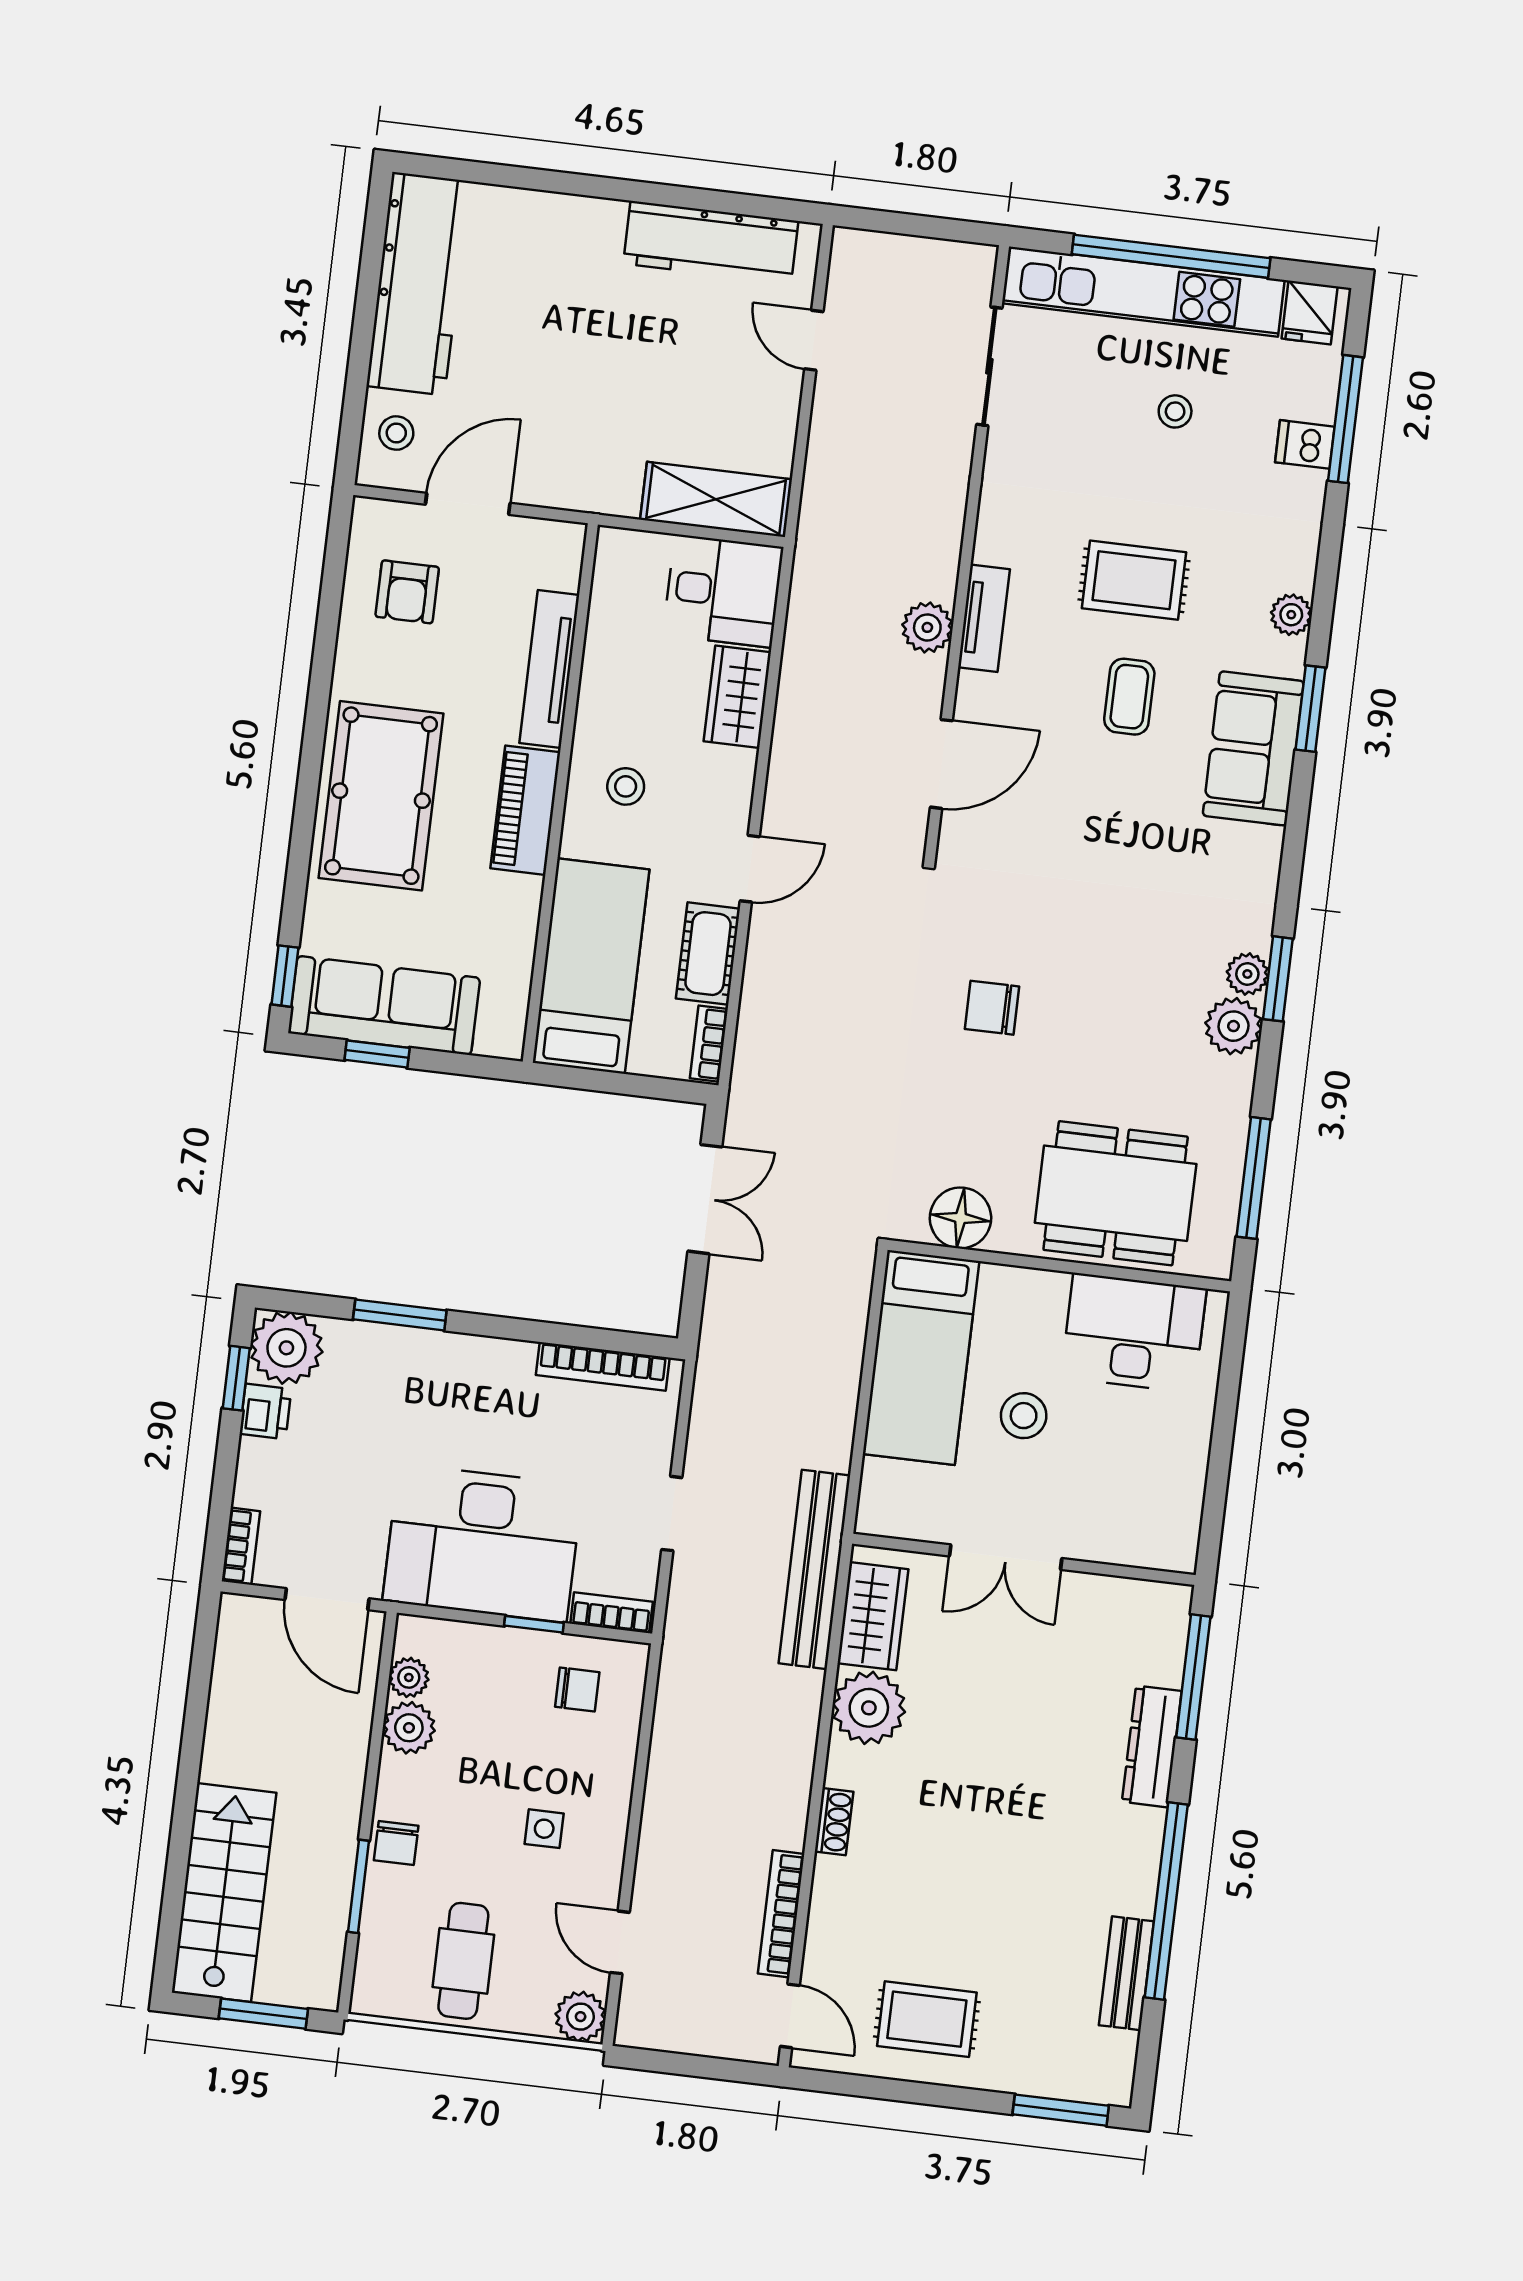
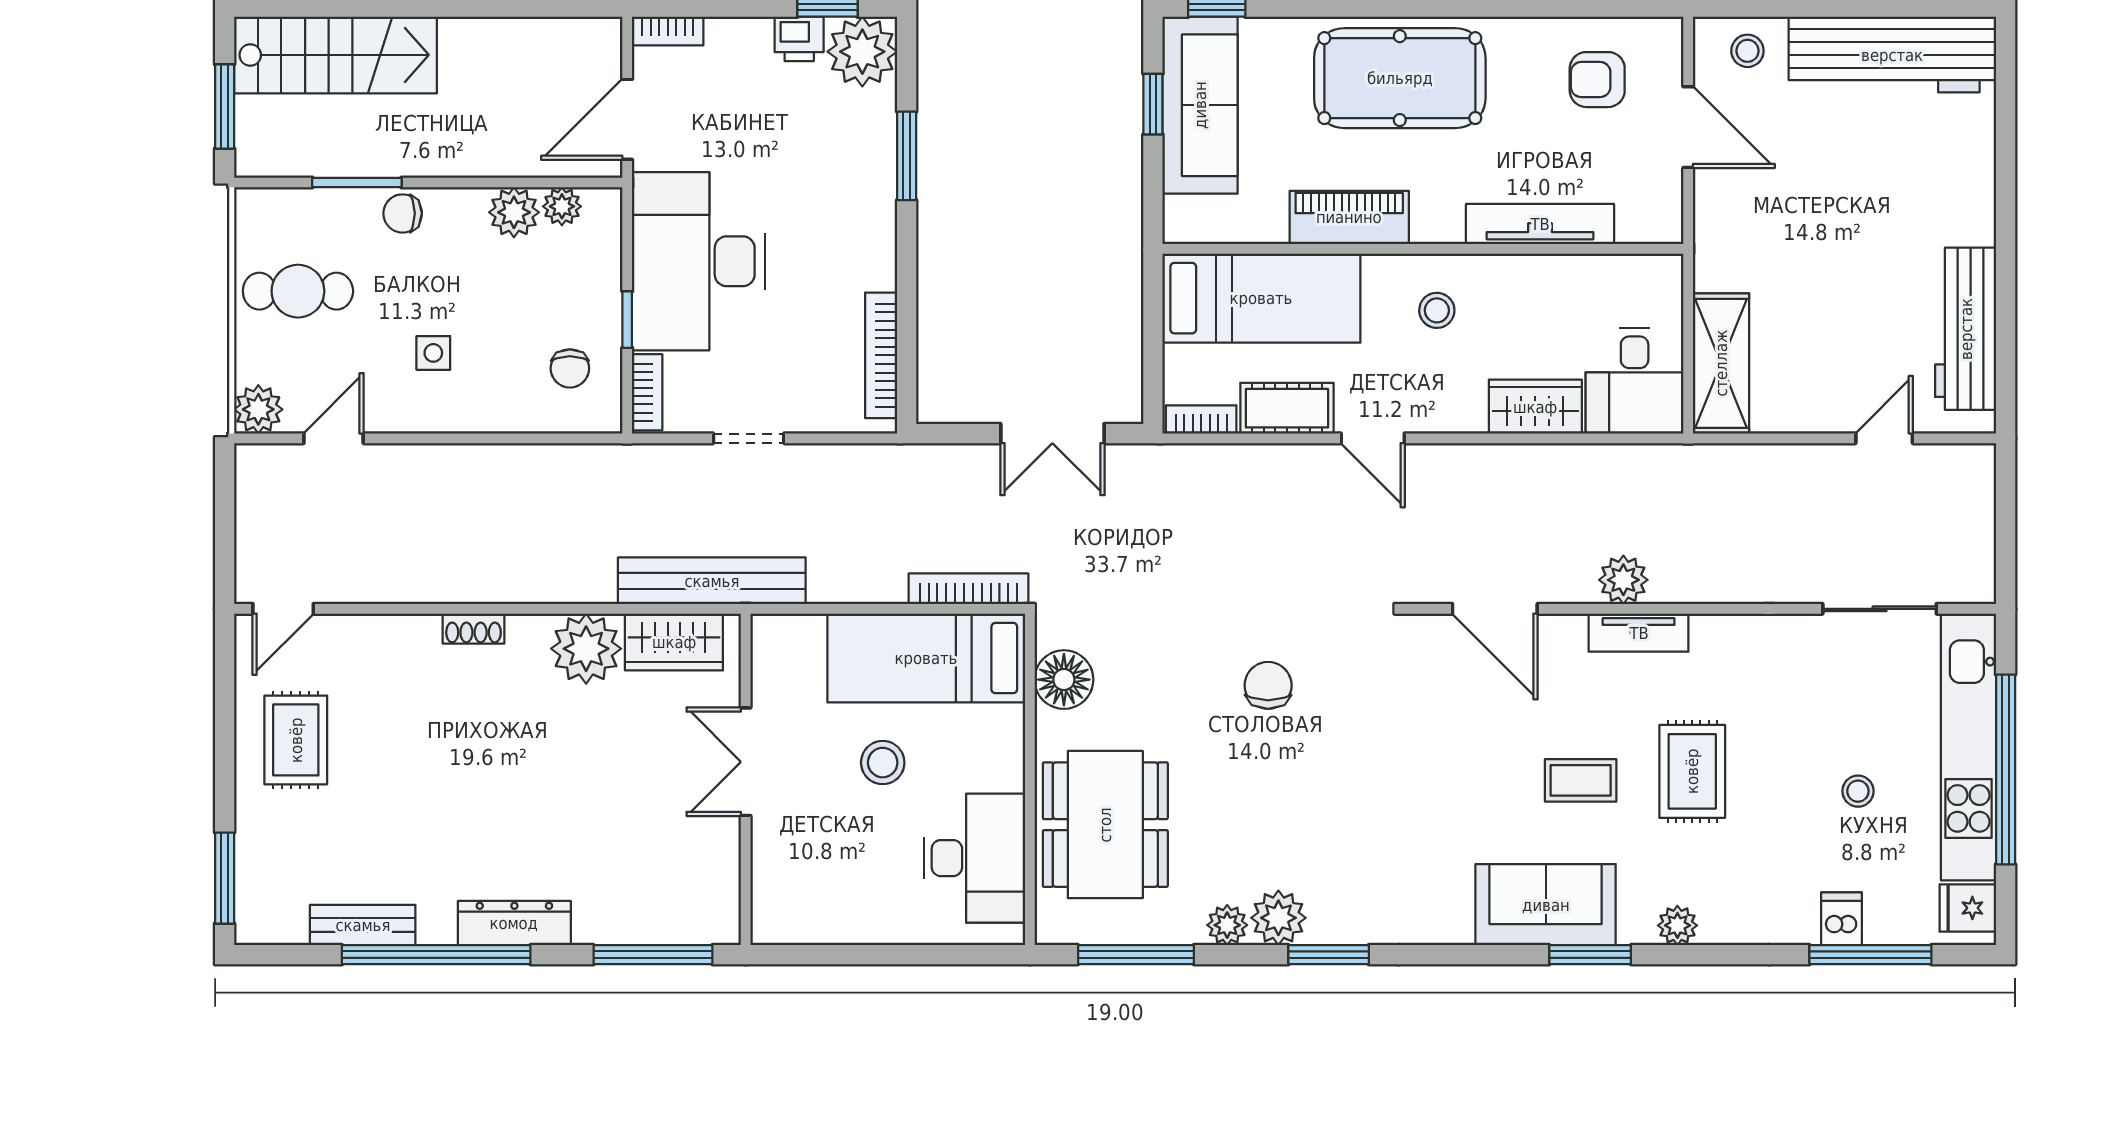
piano: (525, 810) -> (1349, 217), moved
plant: (1247, 974) -> (1227, 925), moved
dresser: (1152, 1746) -> (514, 923), moved
bookcase: (781, 1914) -> (968, 589), moved

